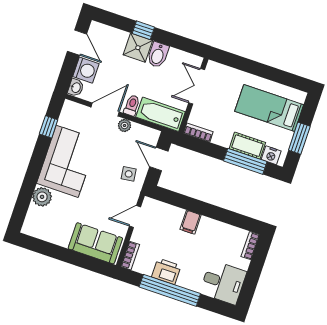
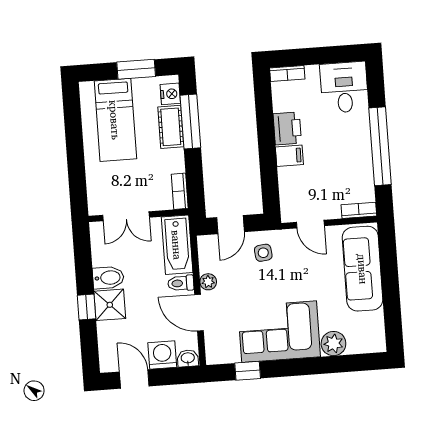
door: (77, 43) -> (134, 379), hinge flipped
sofa: (95, 243) -> (363, 269), width x1.36
printer: (166, 271) -> (287, 128), moved, turned 180

